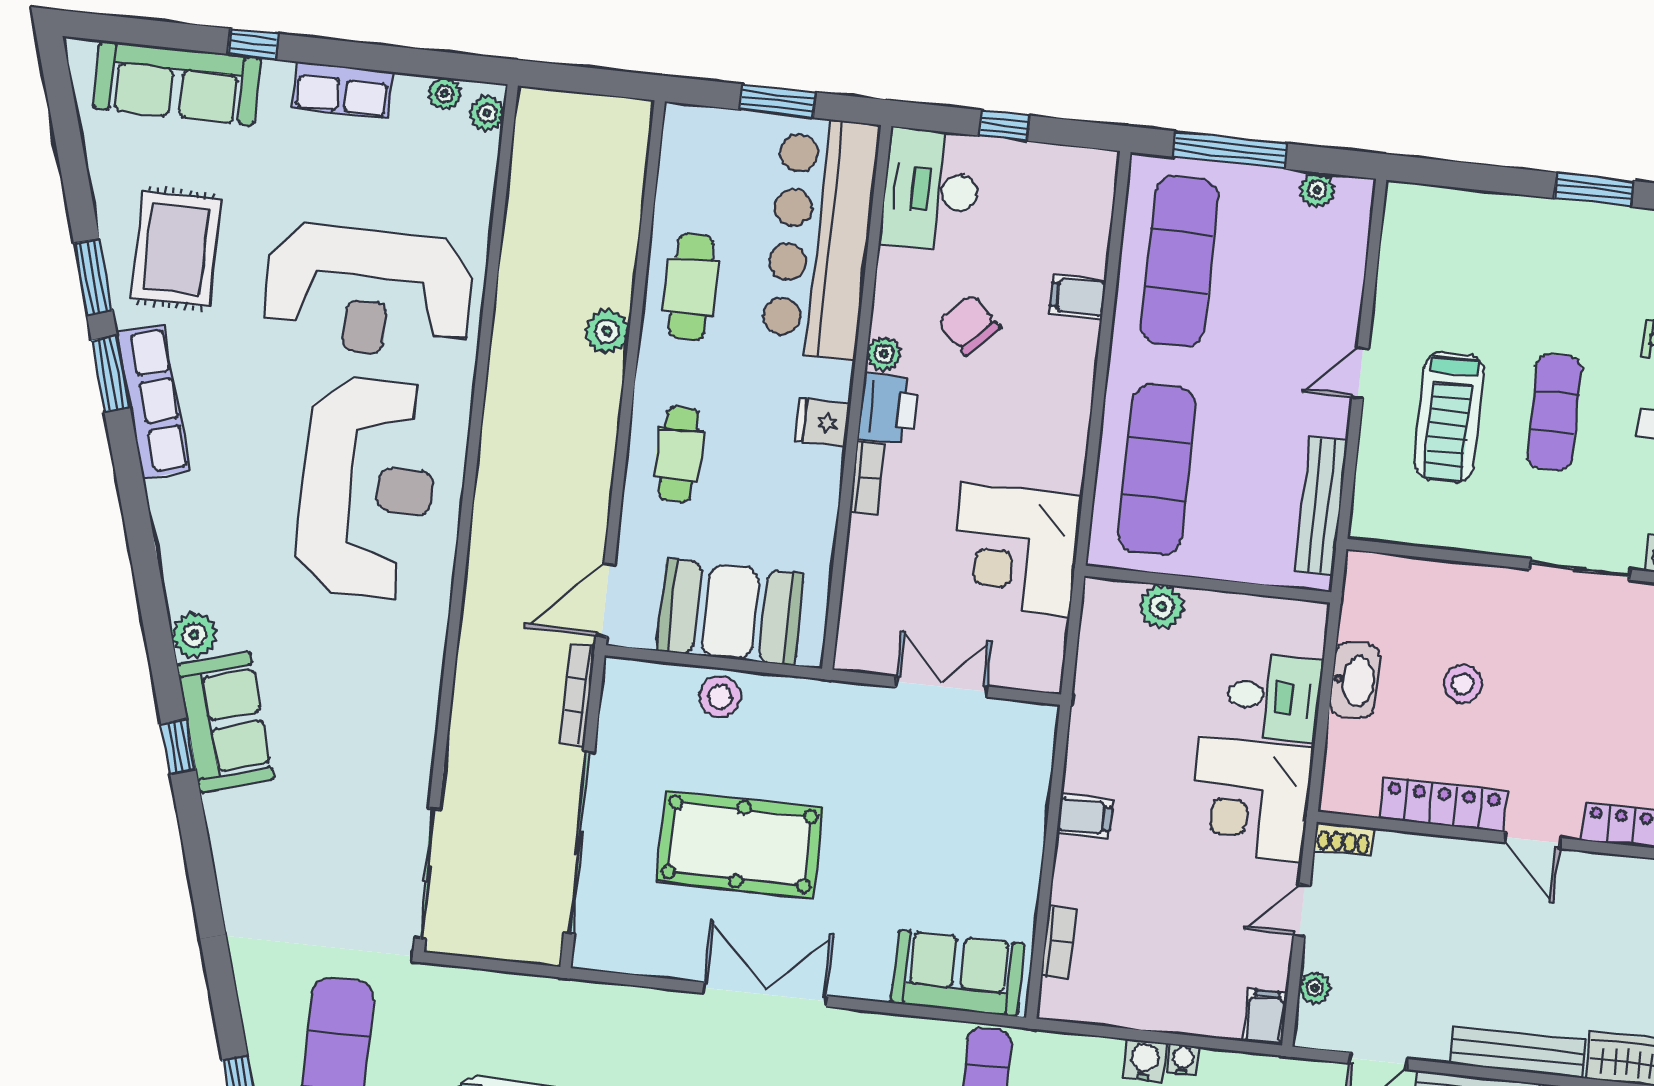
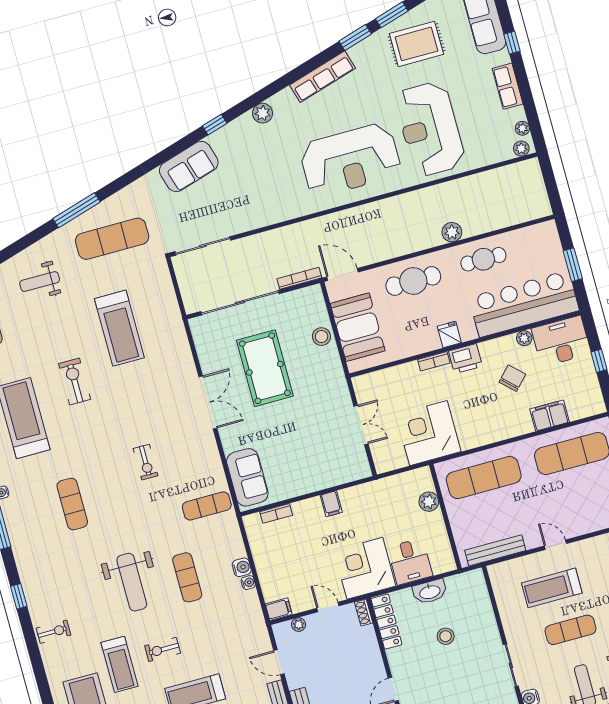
filing cabinet: (1078, 297) -> (550, 416), width x2.00
plant: (884, 354) -> (524, 338), moved
row of seats: (153, 401) -> (322, 77), moved
cafe table: (679, 454) -> (413, 281), width x1.37, depth x1.35
sofa: (225, 722) -> (189, 166), moved
locker: (1443, 804) -> (386, 622), moved

